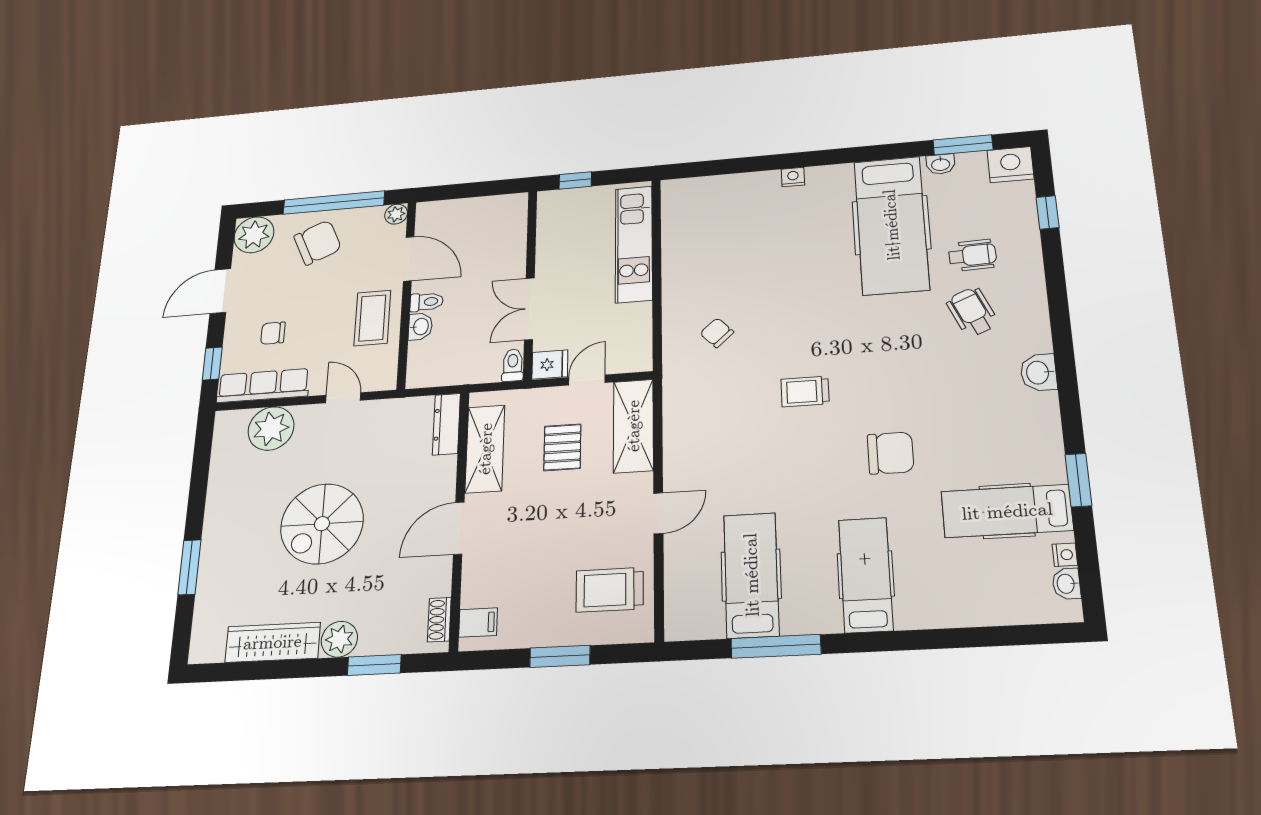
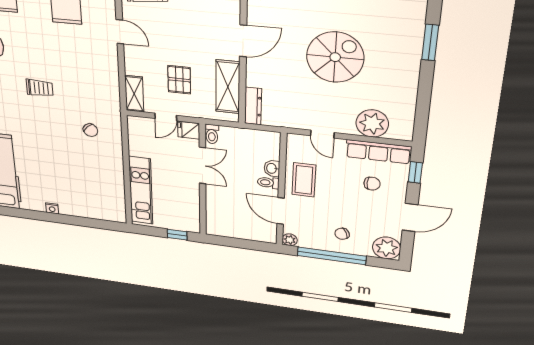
chair: (318, 242) -> (342, 234), width x0.54, depth x0.54
shelving: (633, 426) -> (134, 94), width x0.67, depth x0.75
door: (658, 513) -> (120, 32), swing flipped

